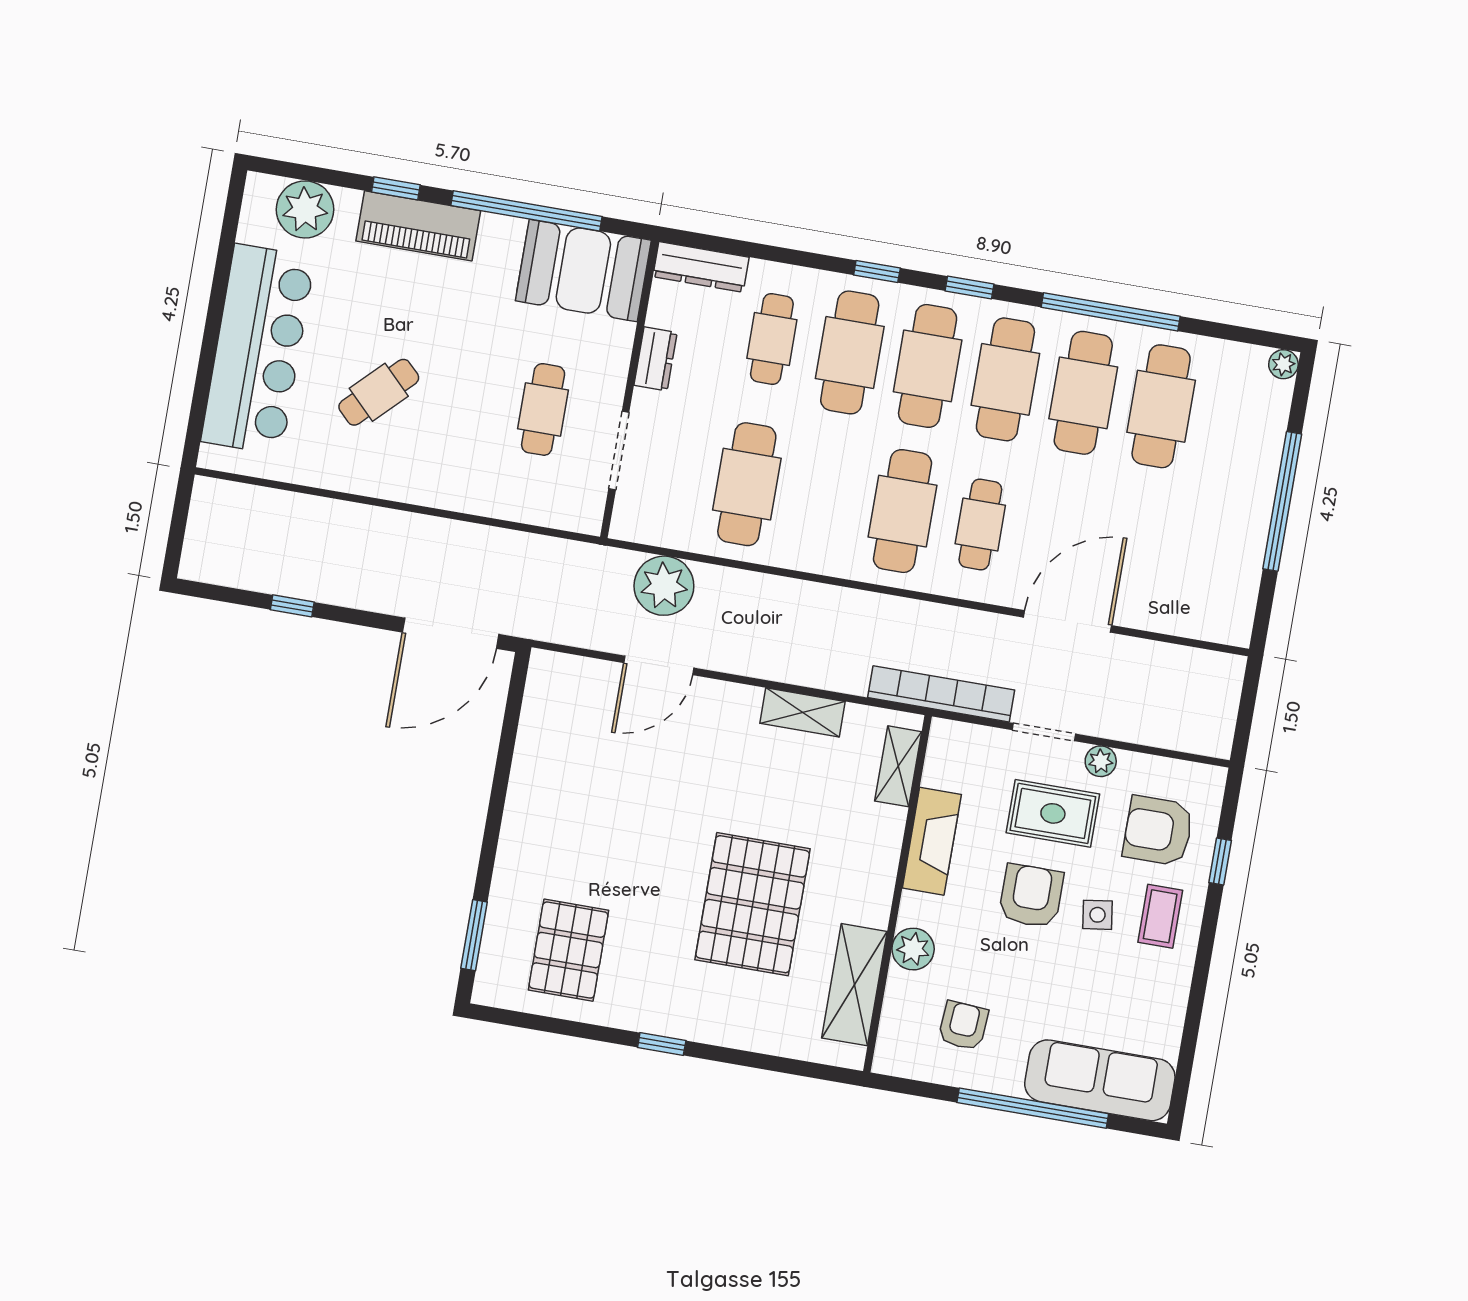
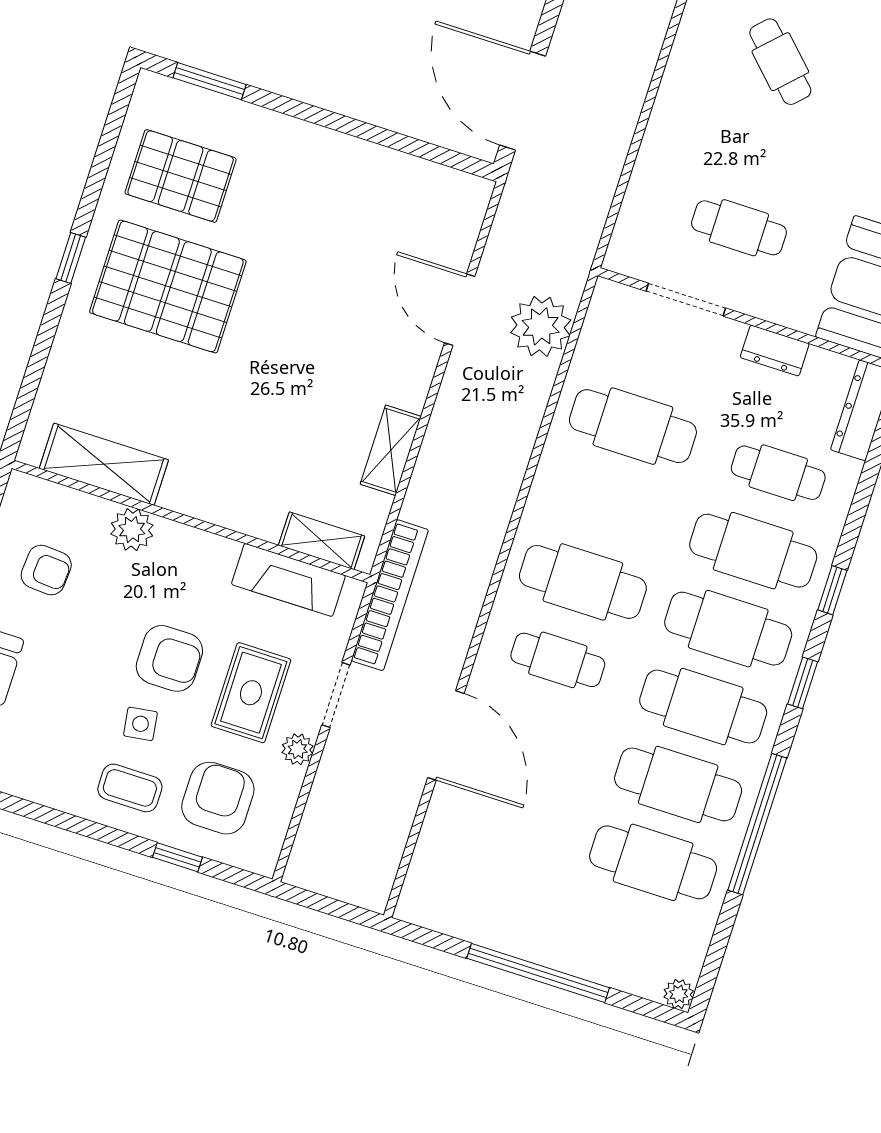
fireplace: (932, 841) -> (288, 580), moved
pallet: (753, 904) -> (168, 286), moved

